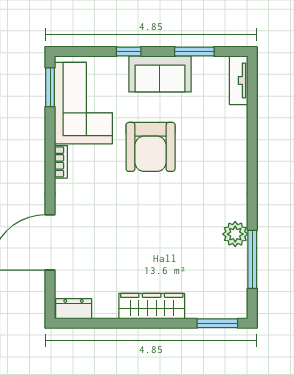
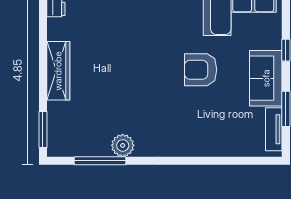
tv unit: (239, 80) -> (274, 129), moved, turned -90
armchair: (151, 147) -> (201, 70), width x0.73, depth x0.73

